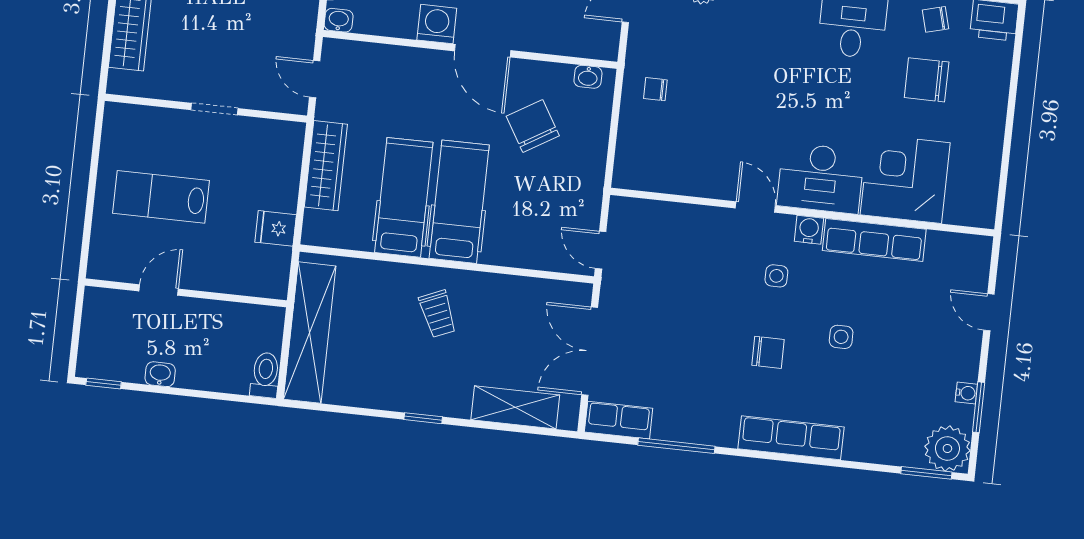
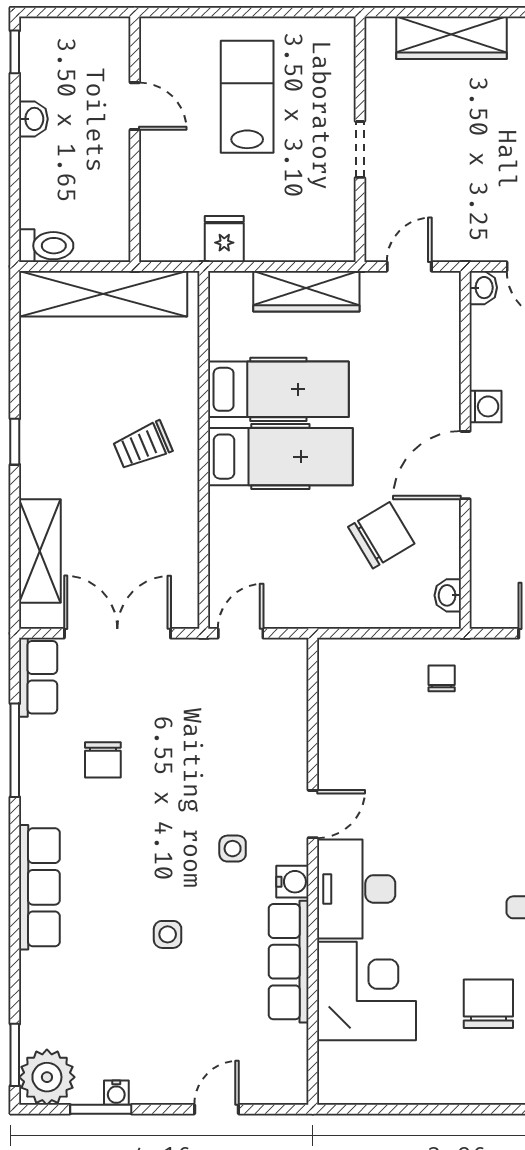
washing machine: (437, 24) -> (486, 406), width x0.73, depth x0.73
chair: (768, 352) -> (103, 760), moved

